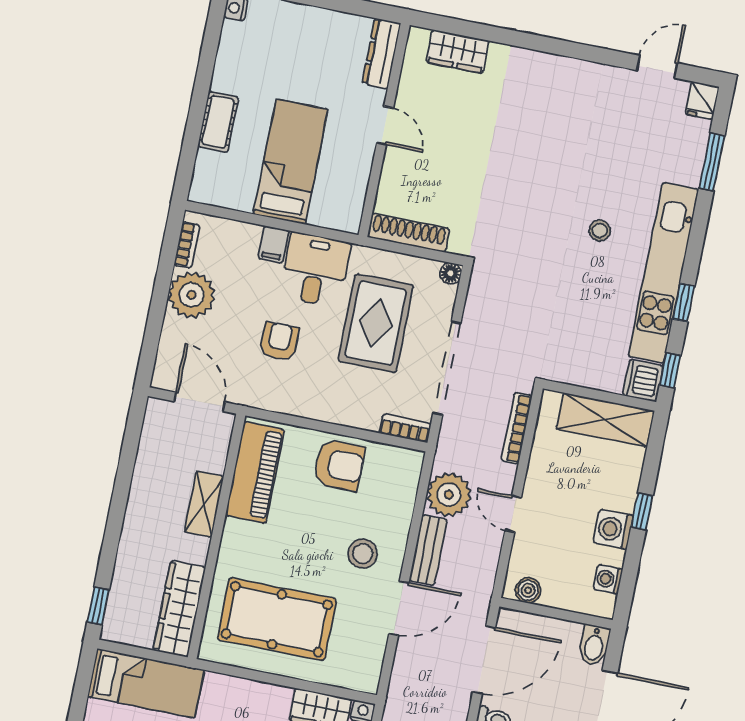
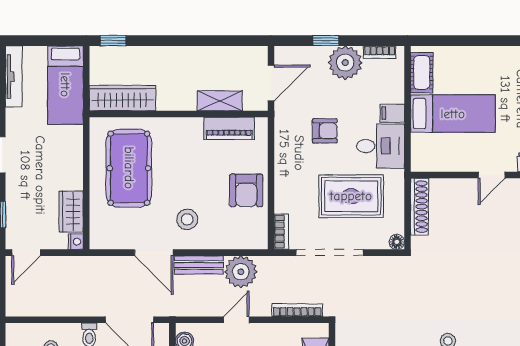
cot: (218, 122) -> (422, 72), moved, turned 90
window: (156, 315) -> (326, 41), added
piano: (255, 472) -> (229, 128), width x0.73, depth x0.75
shelving: (204, 504) -> (220, 101), moved

